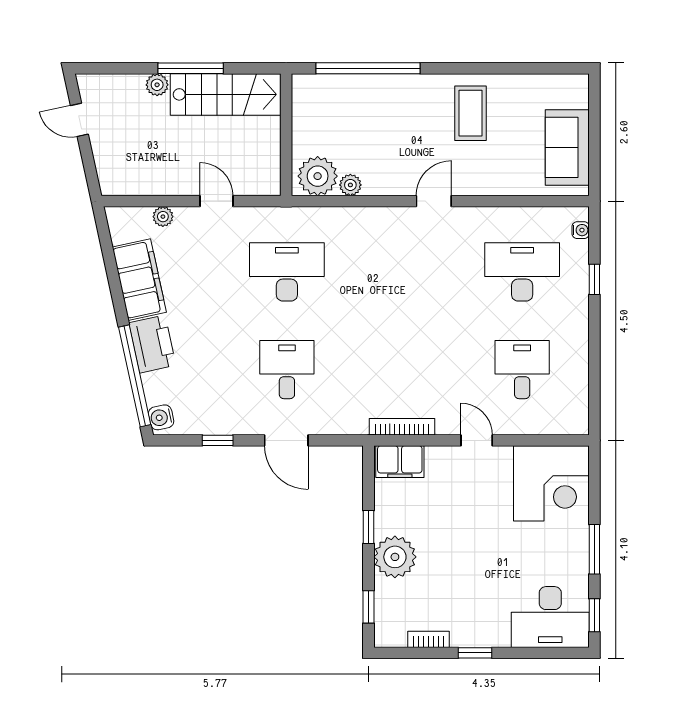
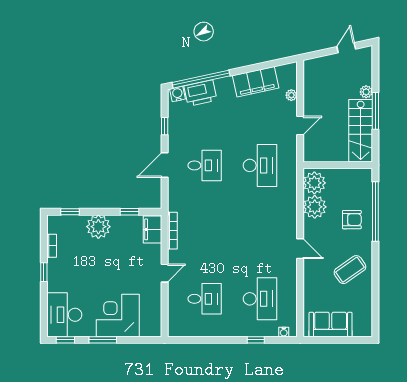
armchair: (382, 110) -> (352, 220), added
coffee table: (471, 113) -> (350, 270), turned -35
plant: (350, 185) -> (315, 207), width x1.88, depth x1.88
printer: (152, 344) -> (200, 93), moved
corner desk: (551, 483) -> (118, 315), moved, turned 90
window: (369, 527) -> (130, 212), moved

